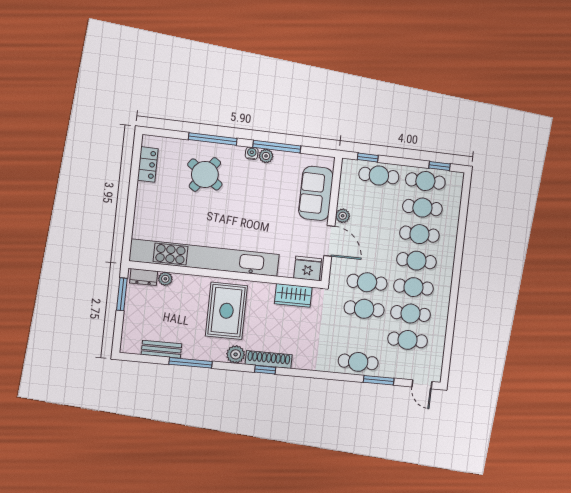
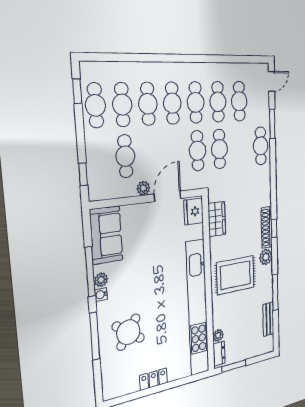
locker: (148, 164) -> (154, 379), moved
cafe table: (379, 176) -> (125, 156), moved
sofa: (316, 193) -> (106, 235), moved, turned -90

